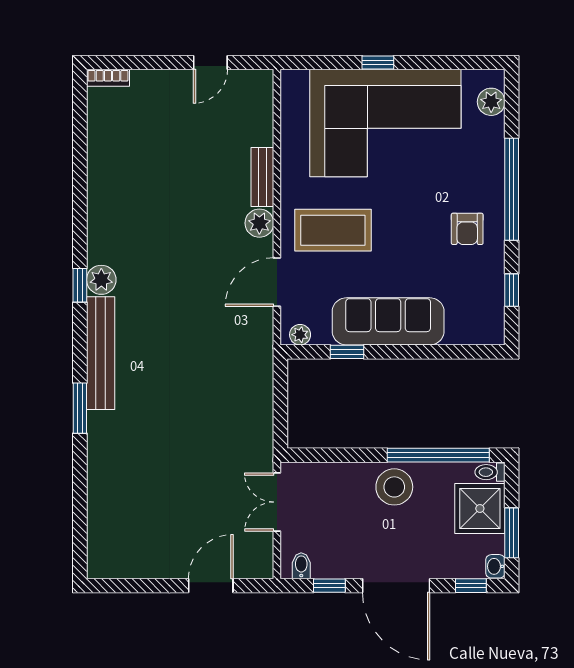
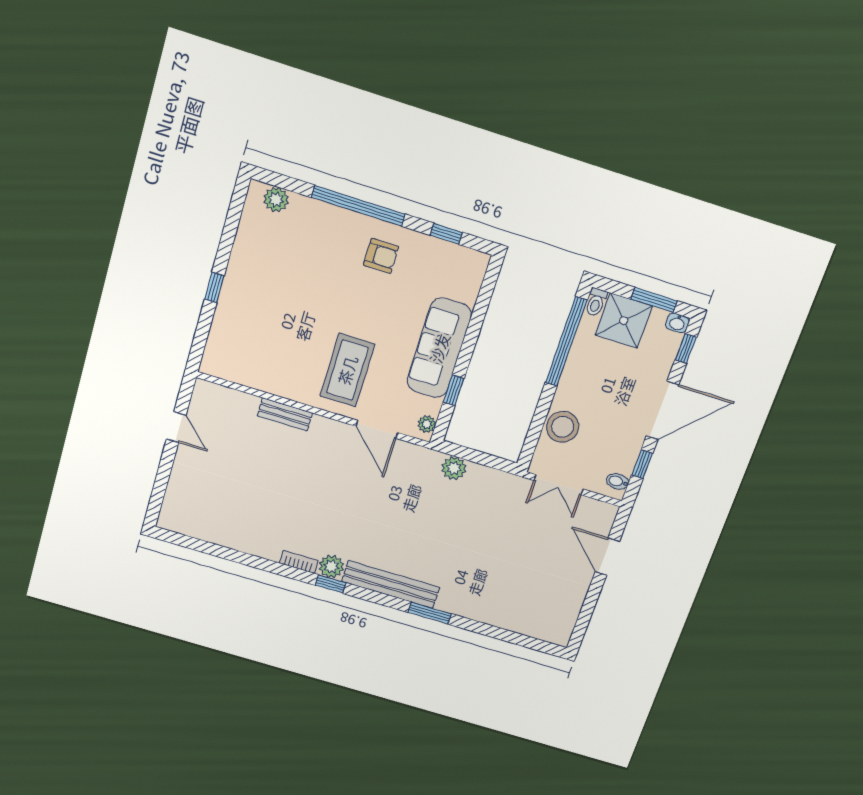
bookcase: (108, 78) -> (299, 562), moved, turned -90
corner sofa: (385, 123) -> (269, 298), removed
plant: (259, 223) -> (454, 468), moved
stool: (394, 487) -> (563, 427), moved

